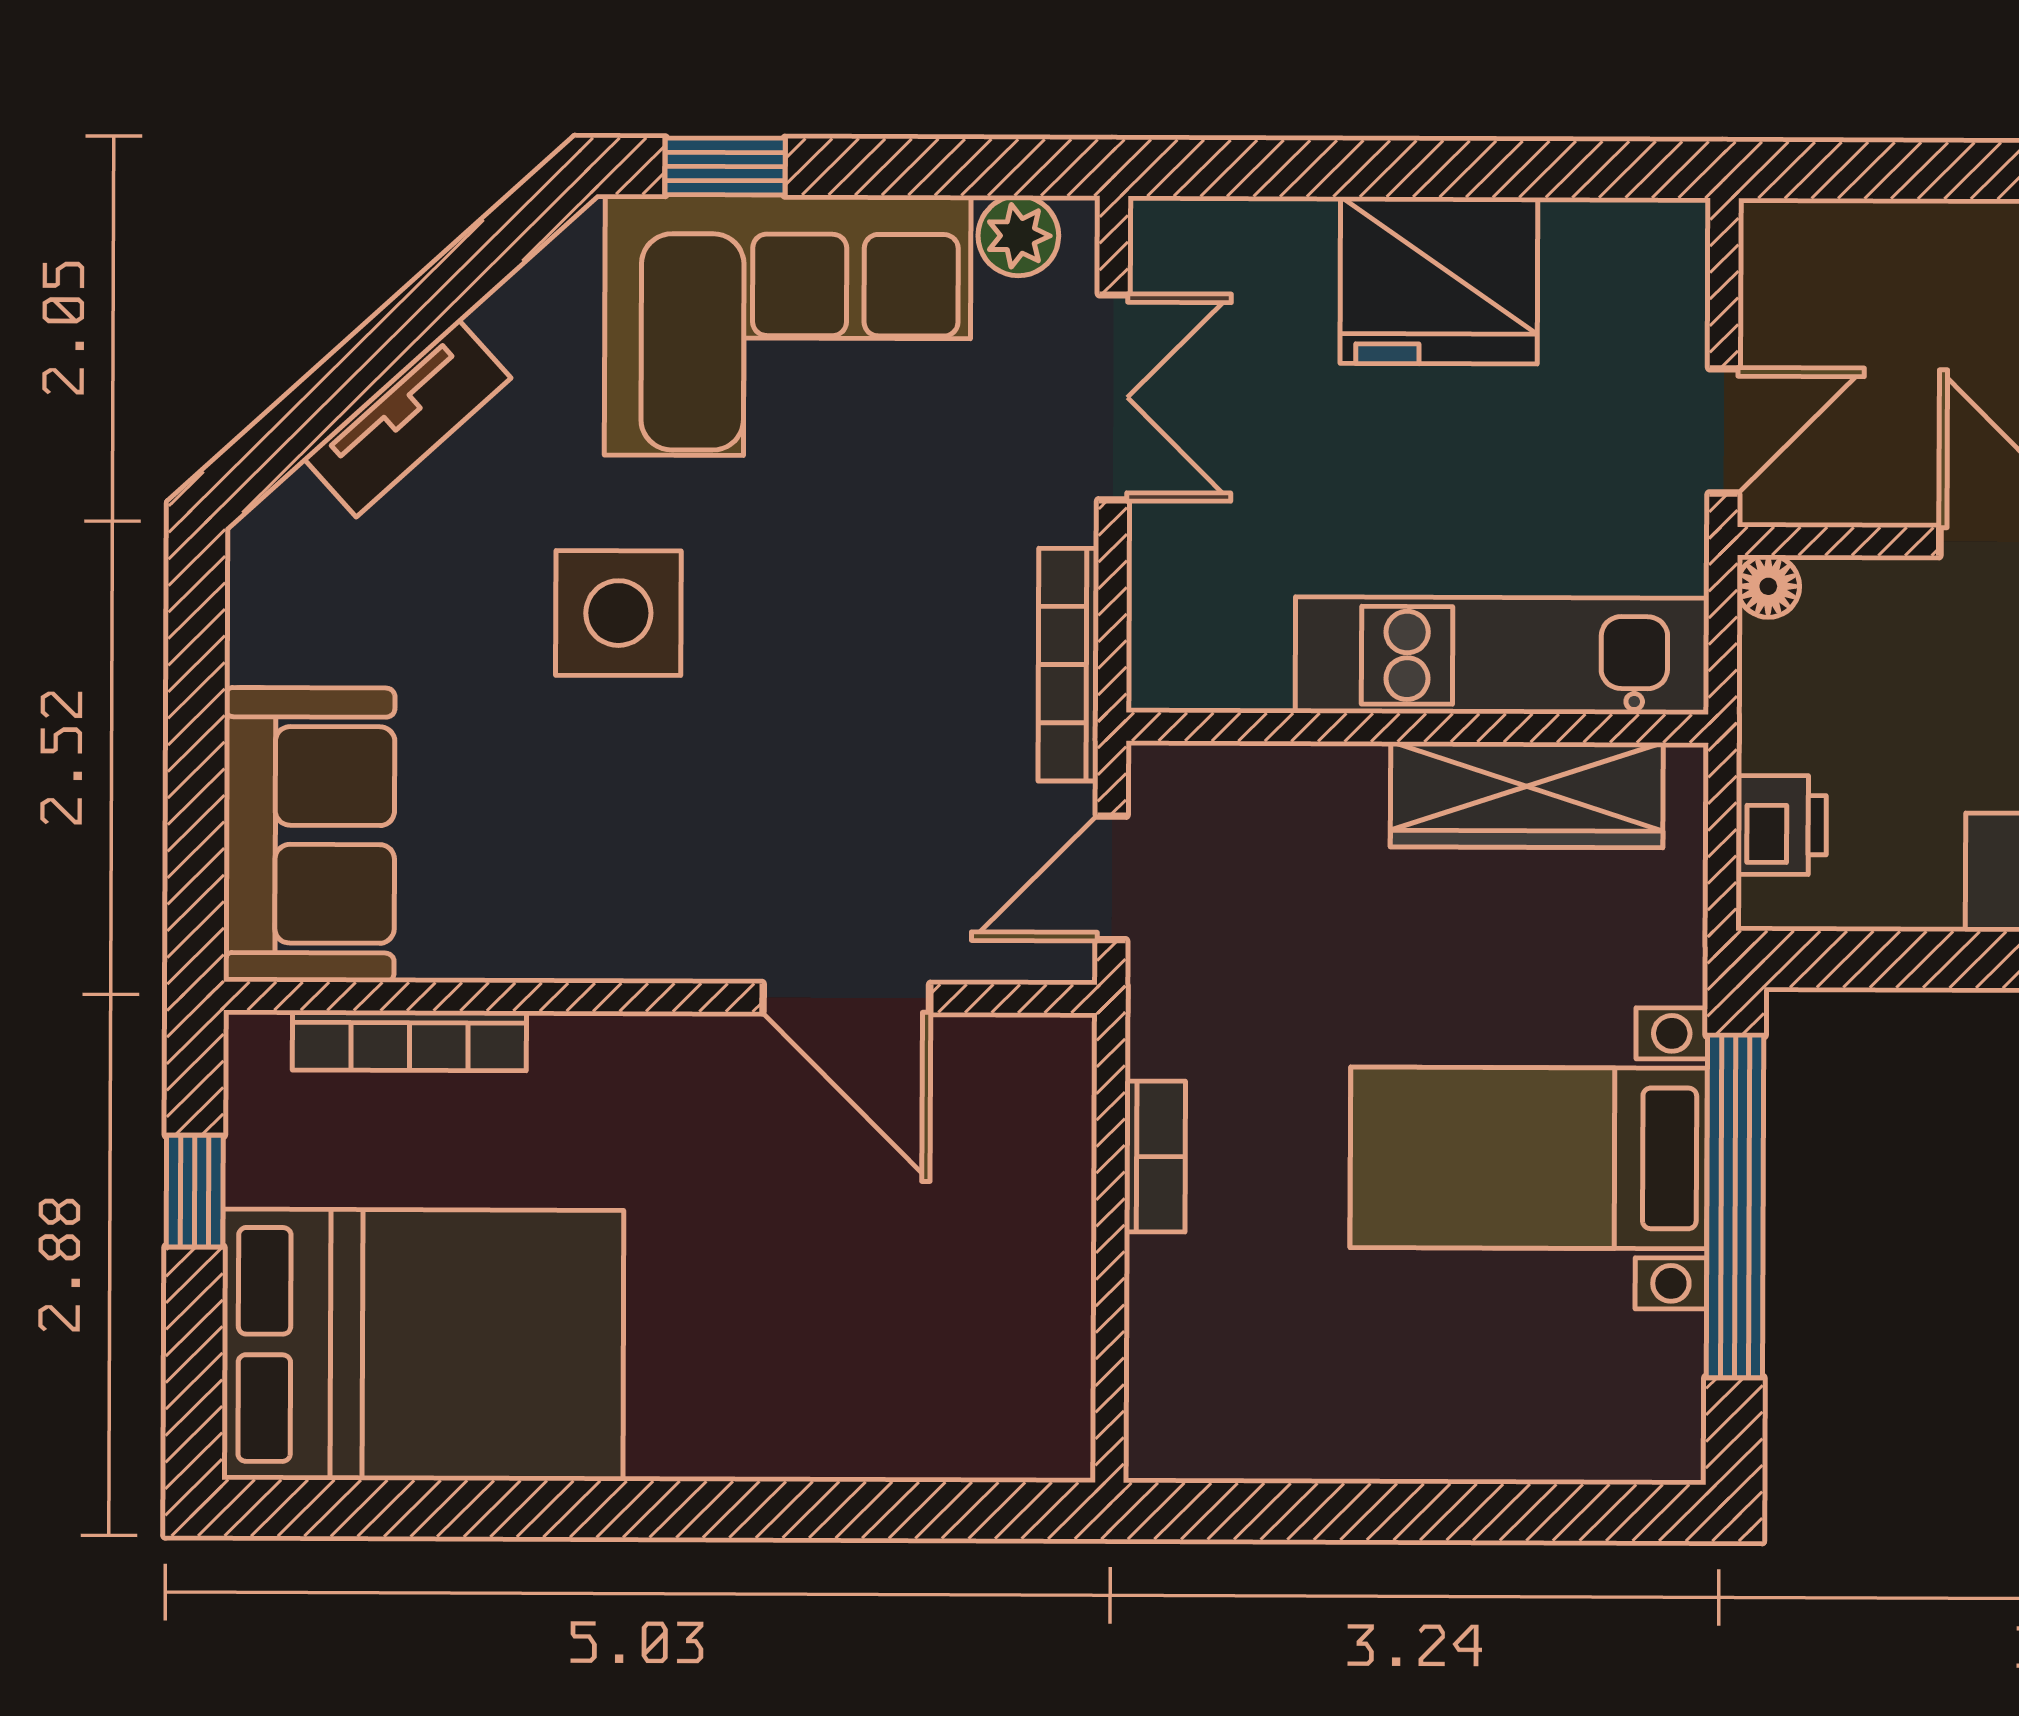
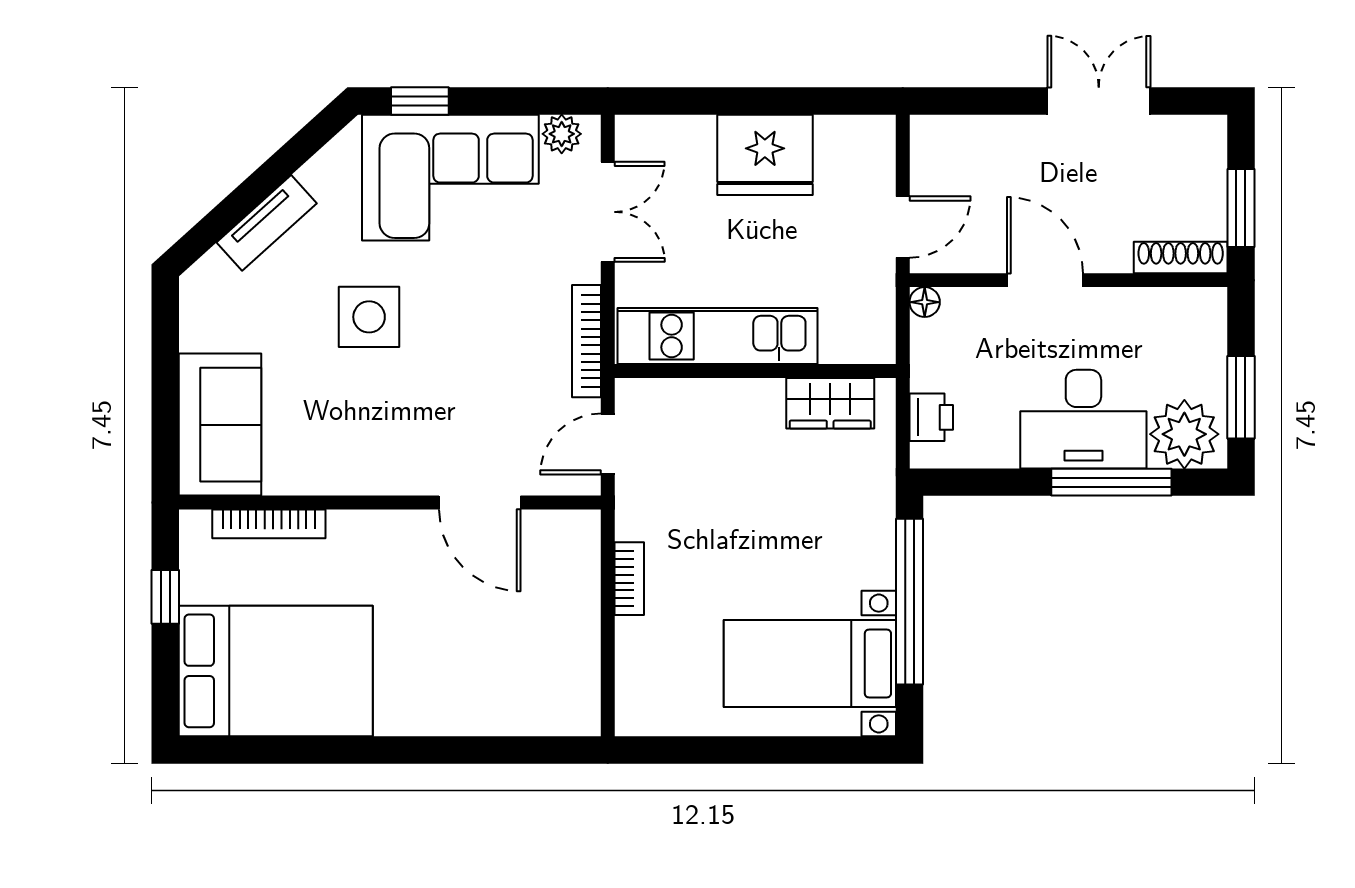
kitchen unit: (1502, 656) -> (718, 336), moved
wardrobe: (1527, 795) -> (830, 403), width x0.67
bed with nightstands: (1529, 1158) -> (810, 664), moved

